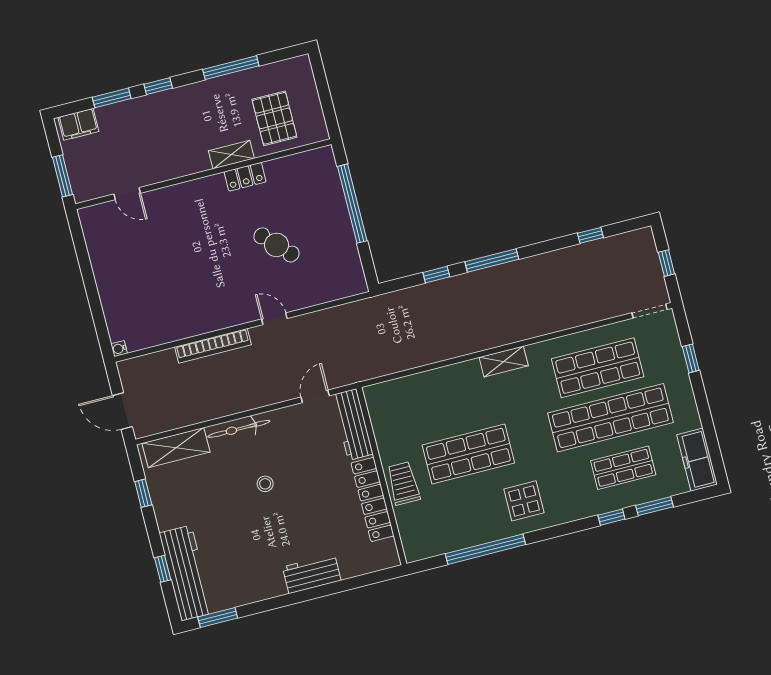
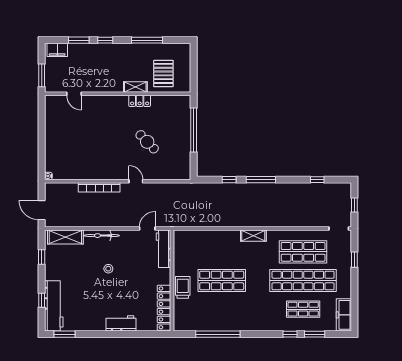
locker: (373, 499) -> (164, 308), moved
display table: (524, 501) -> (245, 313), removed

